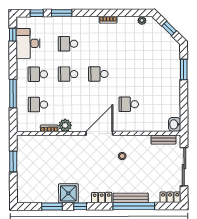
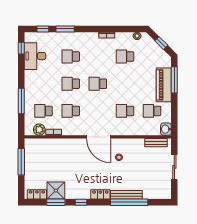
school desk: (128, 44) -> (125, 56), added
window: (184, 69) -> (174, 80), width x1.44
school desk: (38, 74) -> (71, 111), moved
piano: (172, 75) -> (164, 85), added
school desk: (159, 104) -> (152, 111), added
plant: (65, 125) -> (39, 130), moved
door: (99, 133) -> (99, 137), swing flipped
window: (13, 161) -> (21, 162), width x1.44
sliding door: (184, 167) -> (174, 167), width x0.73
shower: (68, 193) -> (56, 191), moved
locker: (170, 197) -> (37, 194), moved

